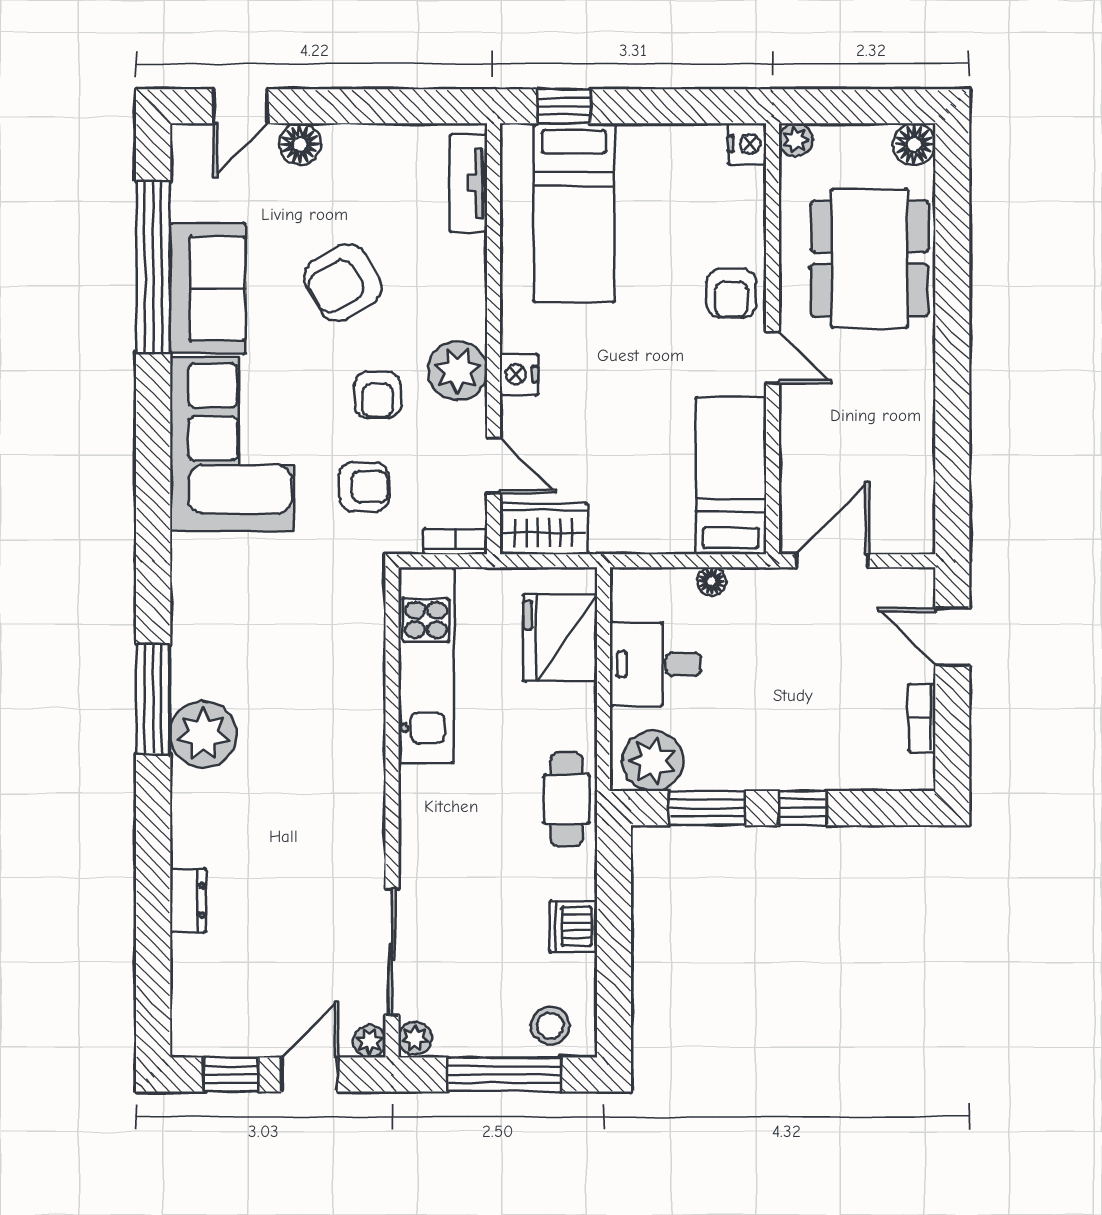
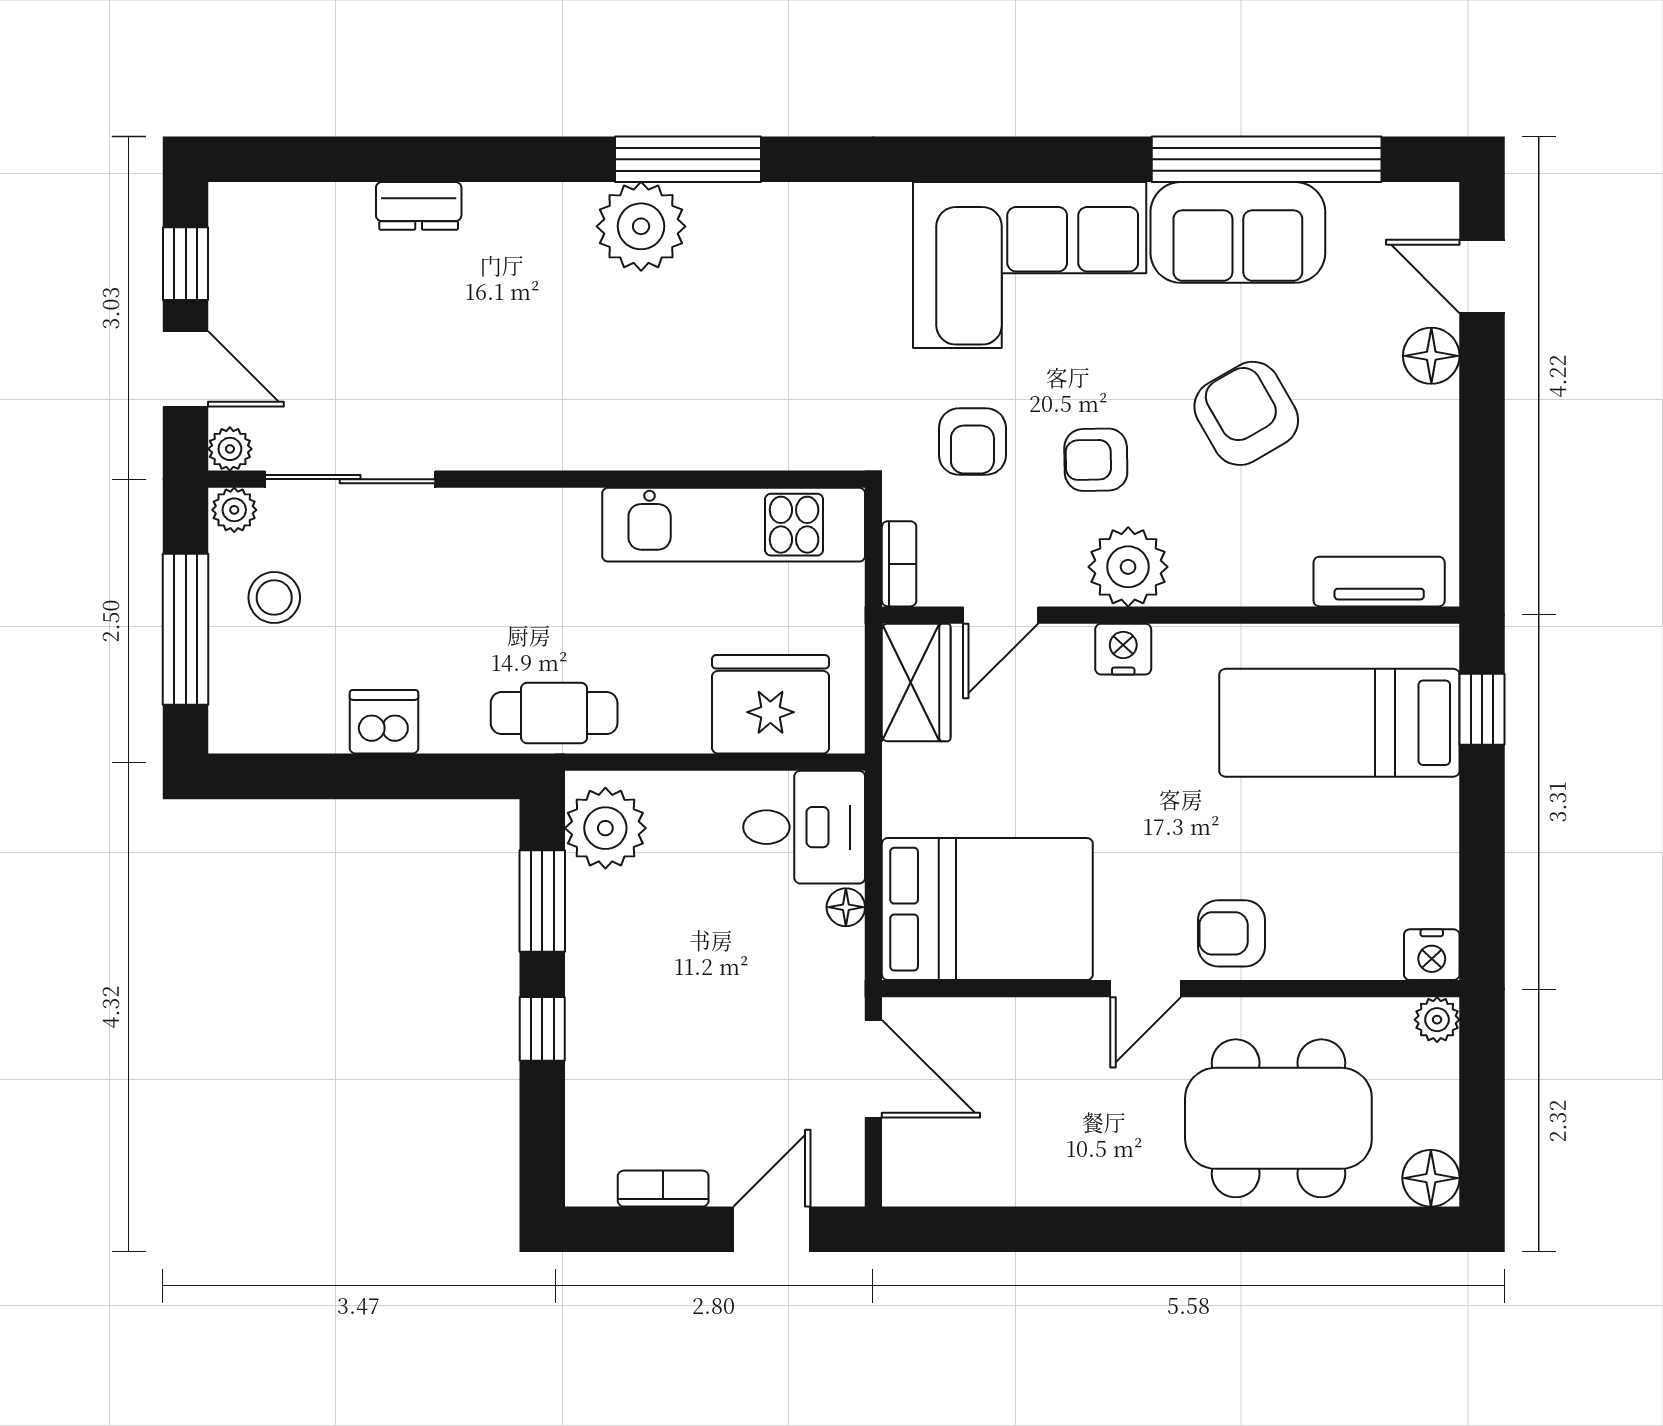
bed: (731, 476) -> (987, 909), width x1.50
desk: (655, 664) -> (804, 827), moved, turned 90
stool: (550, 1026) -> (274, 598), moved

